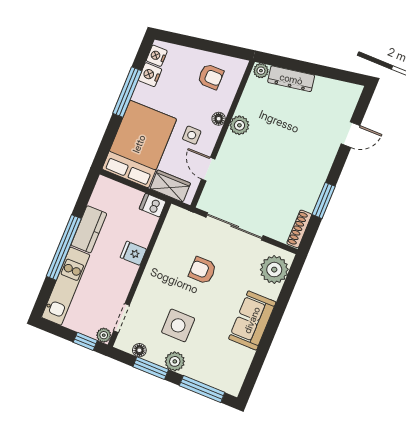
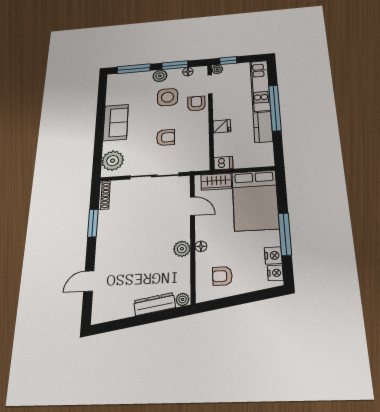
side table: (192, 135) -> (217, 225), removed
armchair: (149, 299) -> (196, 104), added

